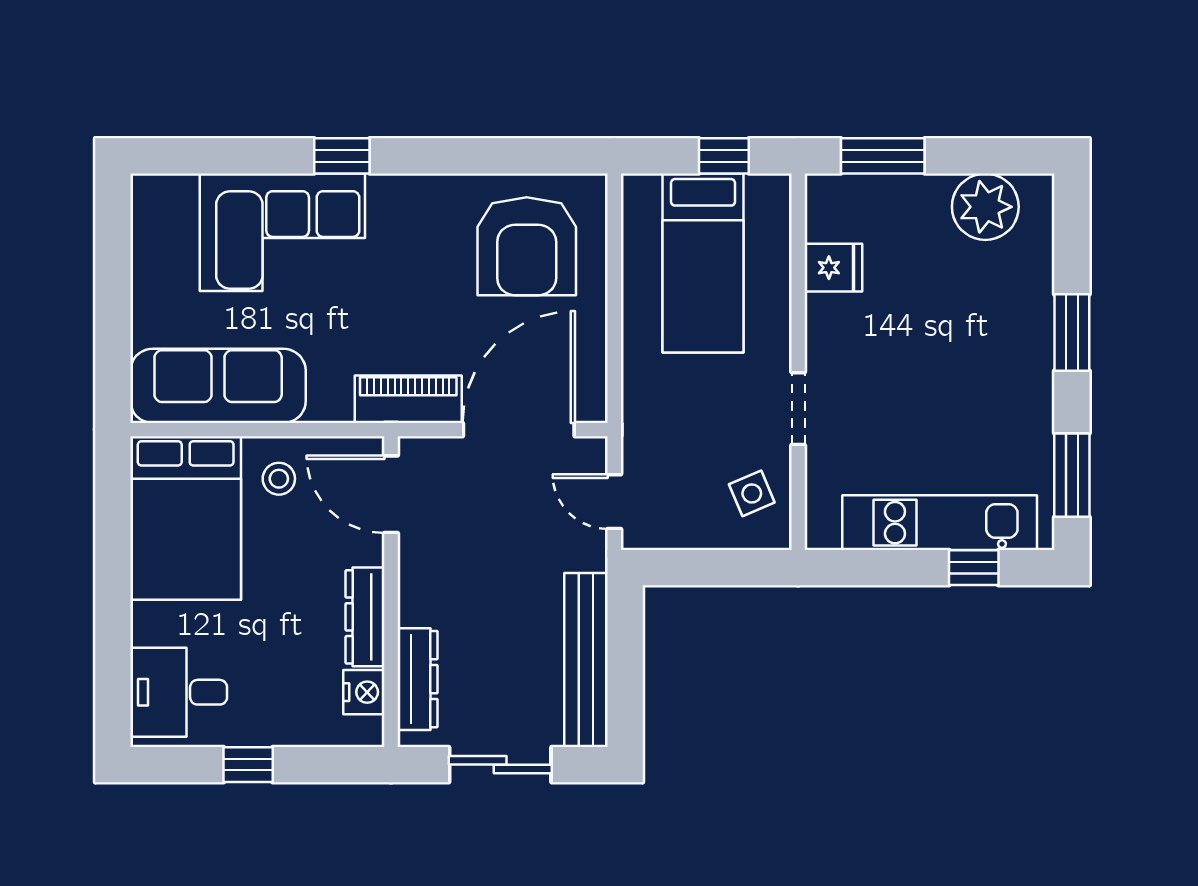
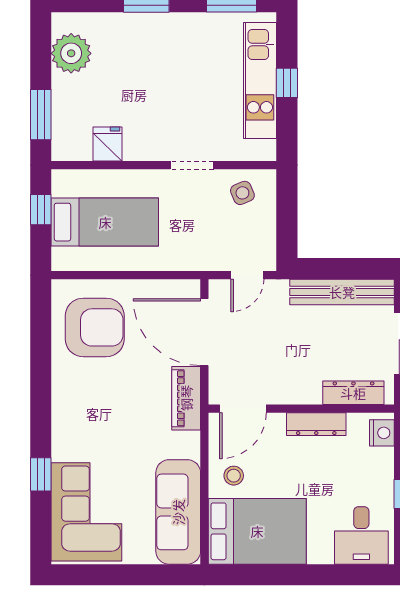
window: (342, 156) -> (41, 474), moved
corner sofa: (282, 232) -> (86, 512), moved
window: (974, 568) -> (287, 83), moved
nightstand: (364, 692) -> (382, 433), moved, turned 90

